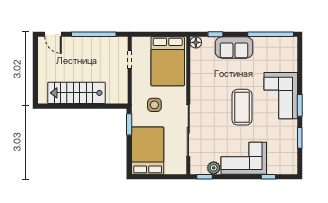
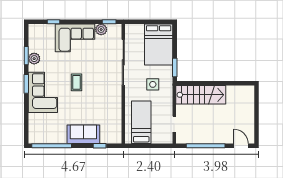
floor lamp: (196, 42) -> (117, 139), removed
bed: (168, 61) -> (141, 122), width x0.67
stairs: (76, 93) -> (201, 95), moved
coffee table: (242, 107) -> (76, 82), width x0.54, depth x0.58
plant: (291, 134) -> (34, 59), added

